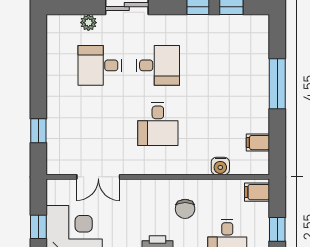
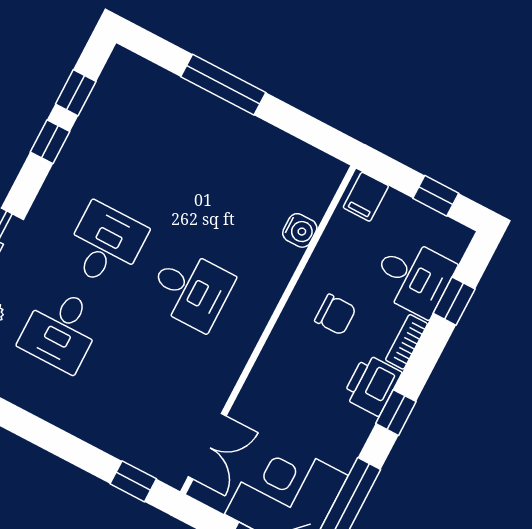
window: (38, 131) -> (133, 481), moved
filing cabinet: (258, 143) -> (294, 158), removed
double door: (98, 177) -> (207, 446), moved

